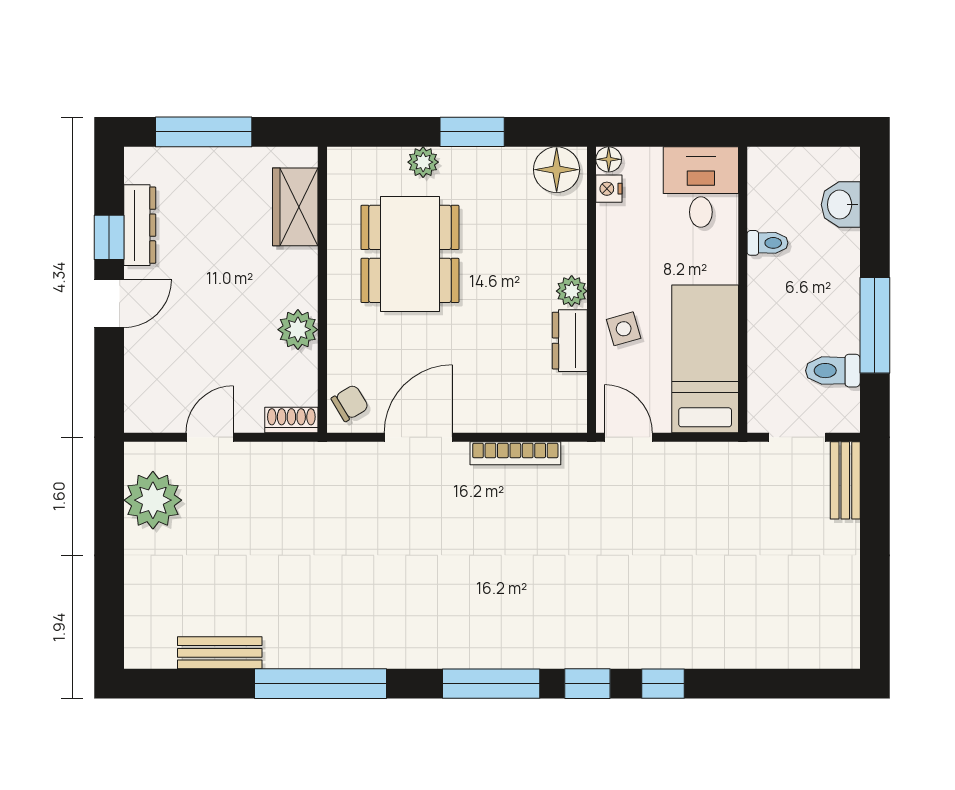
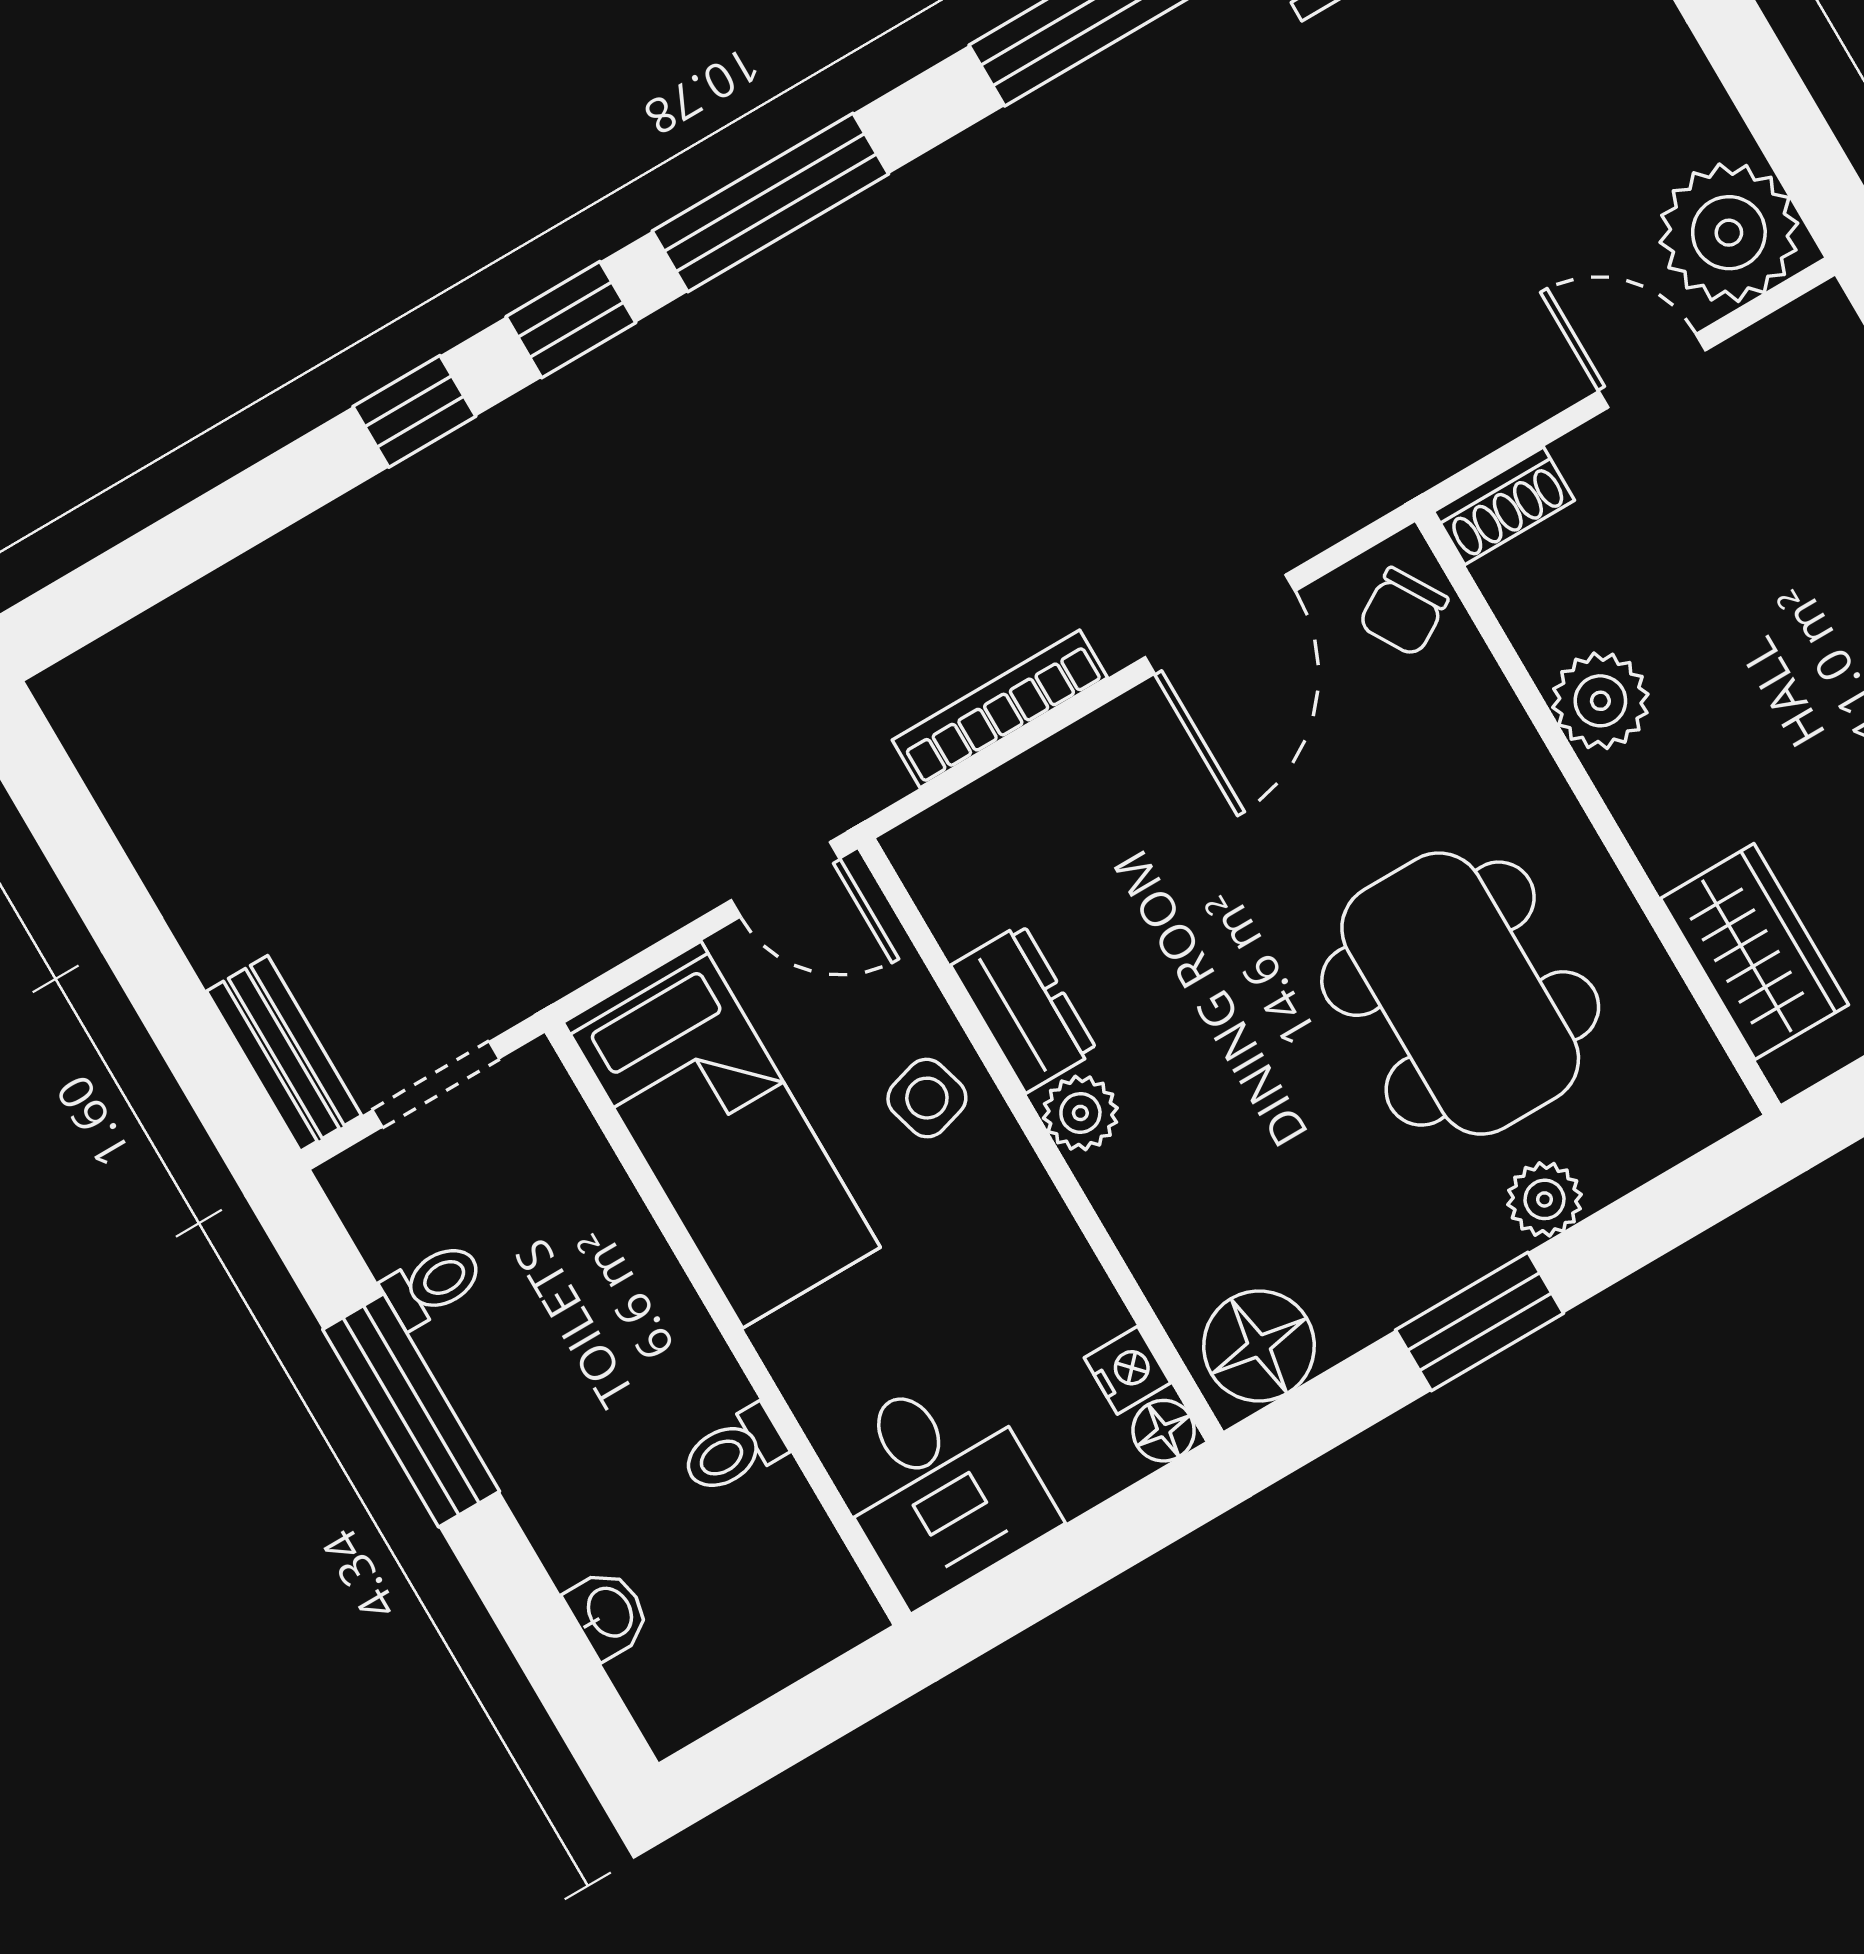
washbasin: (841, 205) -> (608, 1613), width x0.72, depth x0.69
toilet: (833, 371) -> (433, 1284), width x0.73, depth x0.72
door: (210, 437) -> (1652, 371), swing flipped
plant: (153, 500) -> (1729, 233), moved

